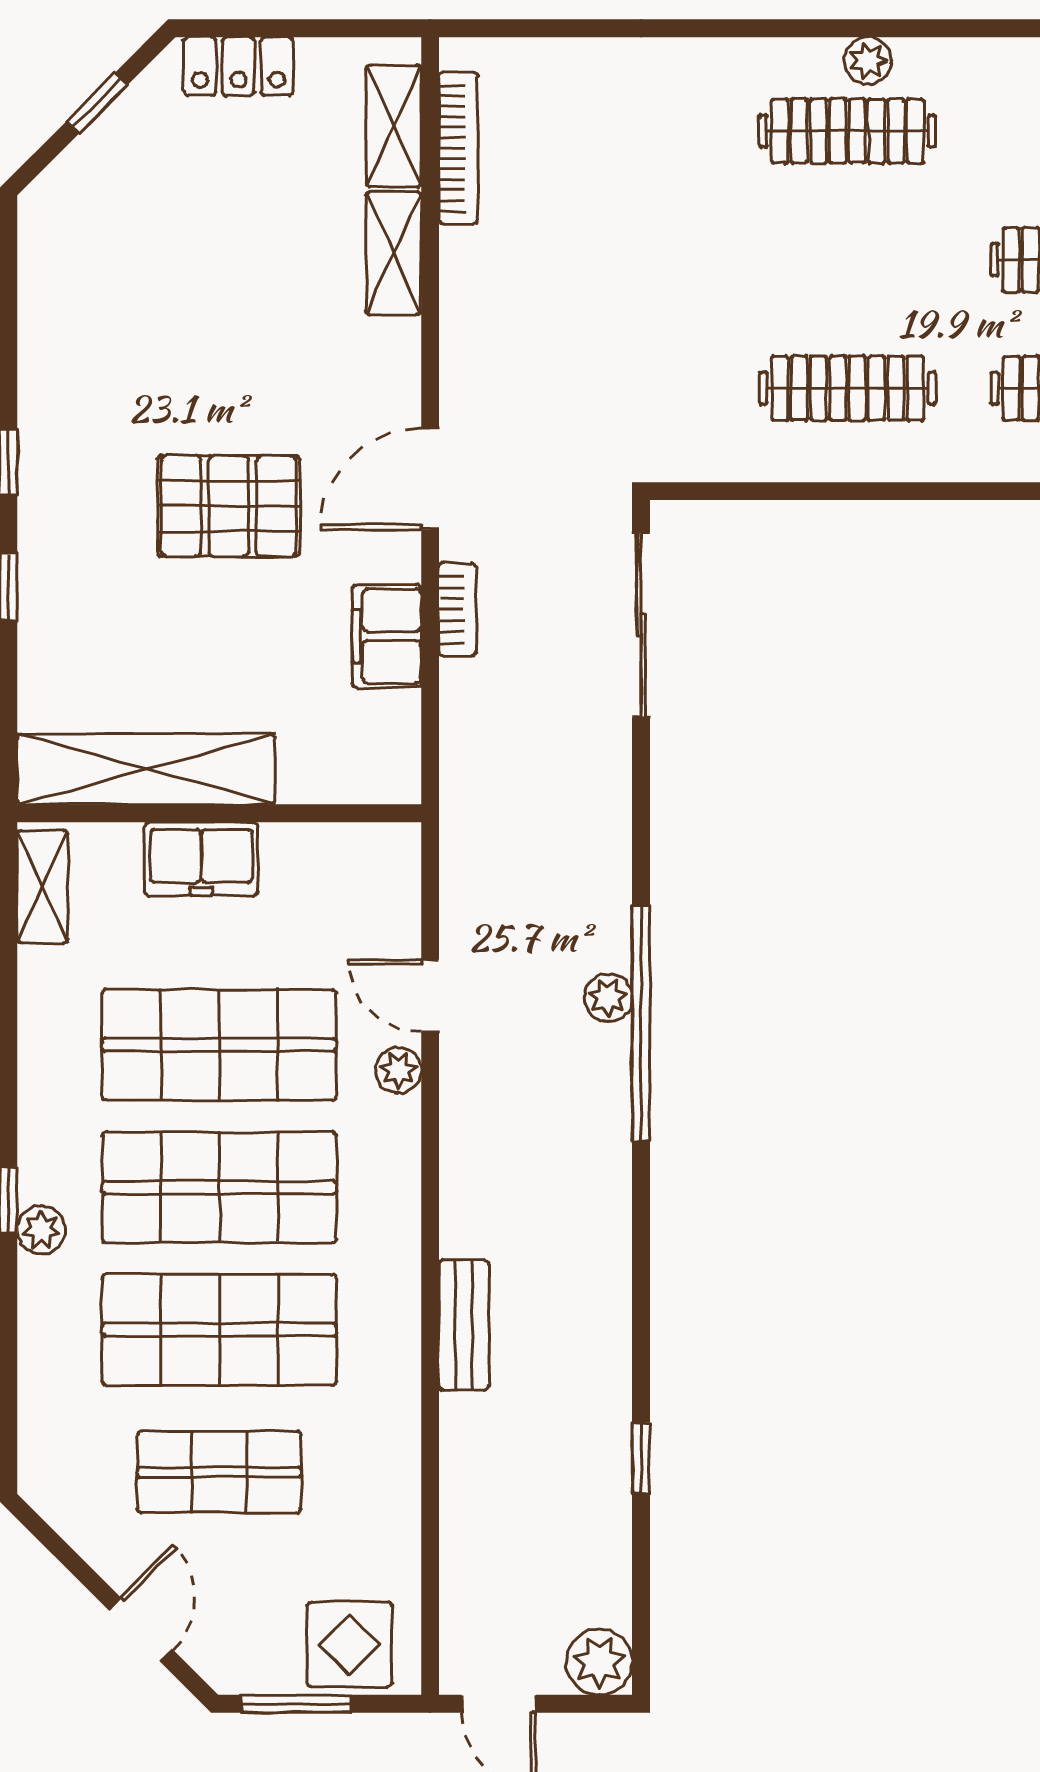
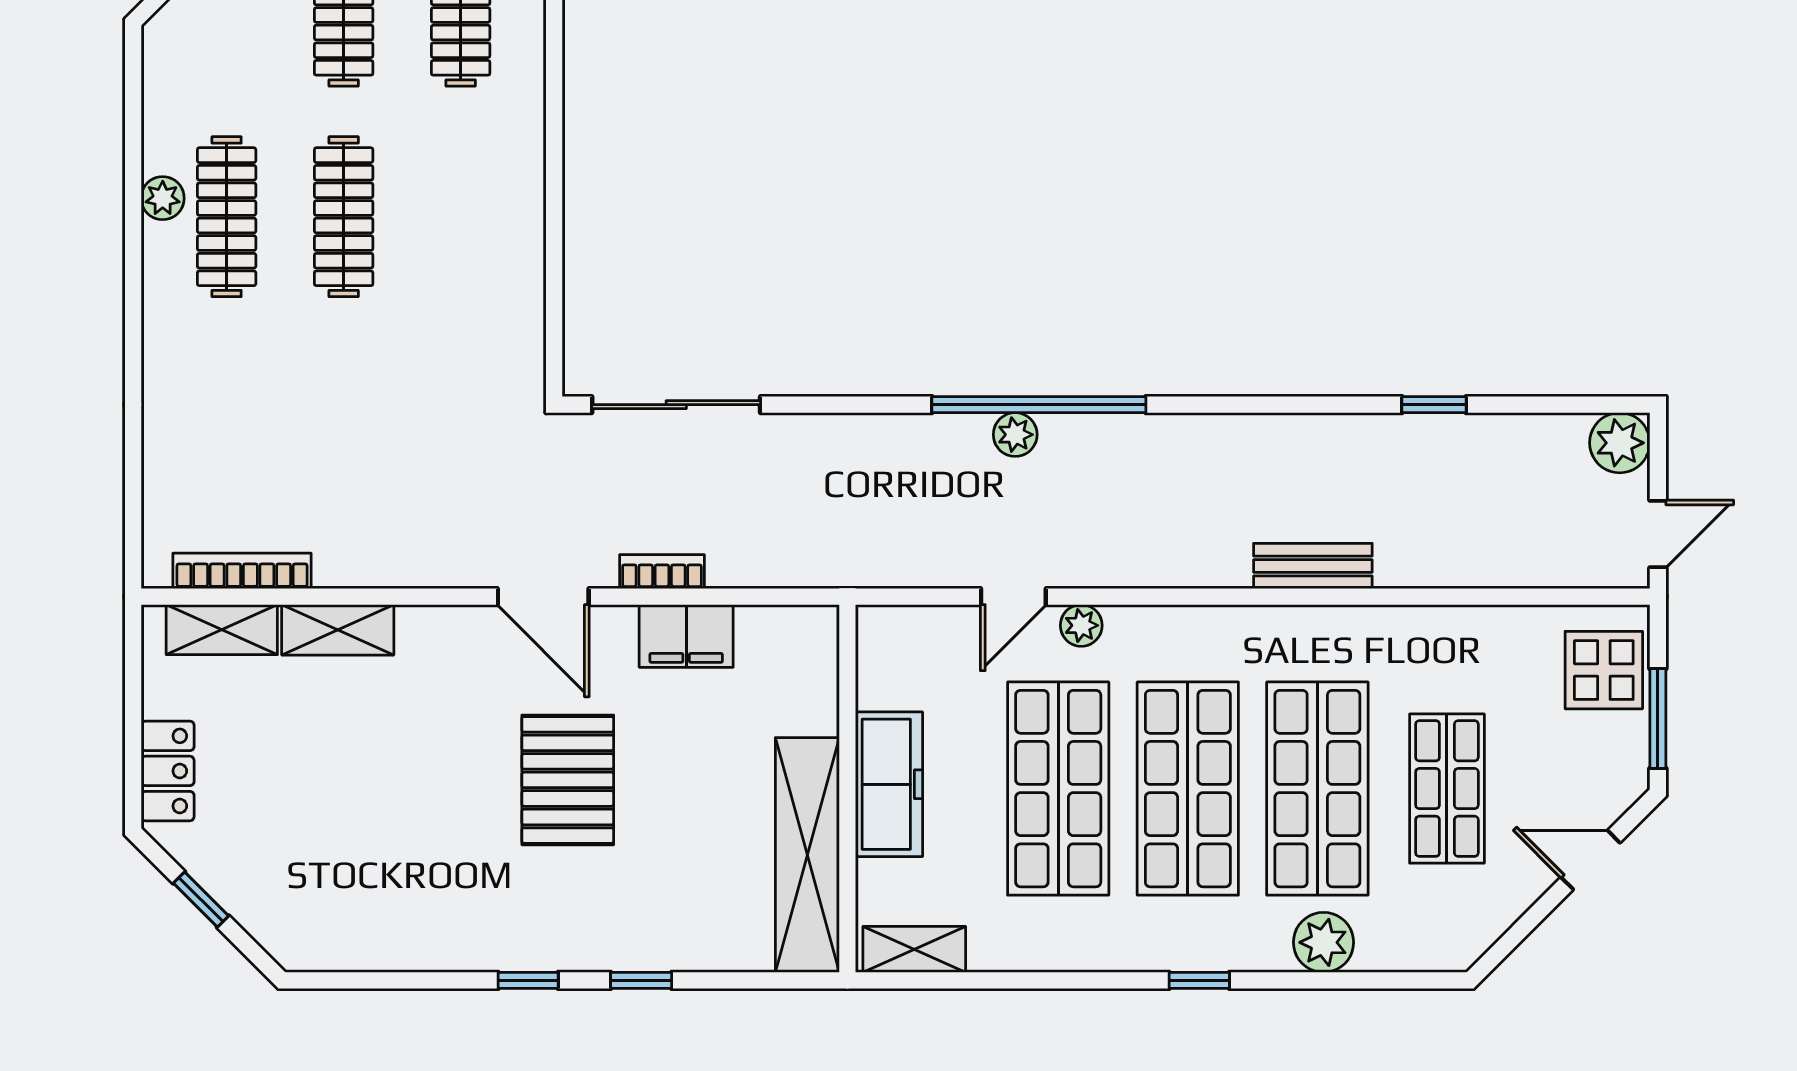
clothes rail: (848, 388) -> (344, 217), moved
freezer: (201, 859) -> (889, 784), width x1.40
plant: (41, 1230) -> (1324, 942), moved, width x1.38, depth x1.38

